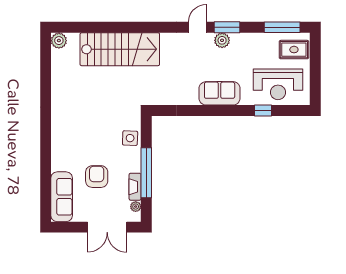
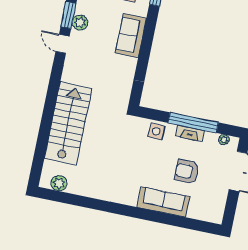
plant: (59, 41) -> (59, 183), moved
fireplace: (135, 187) -> (190, 133), moved
sofa: (62, 197) -> (163, 202), moved

